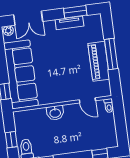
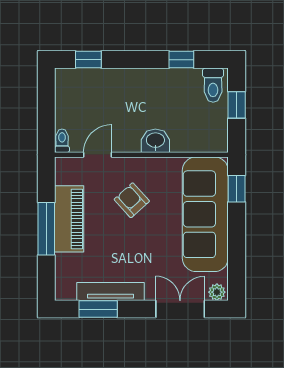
tv unit: (69, 23) -> (110, 291), width x1.41
armchair: (64, 77) -> (132, 200), added
door: (87, 100) -> (98, 155), hinge flipped

